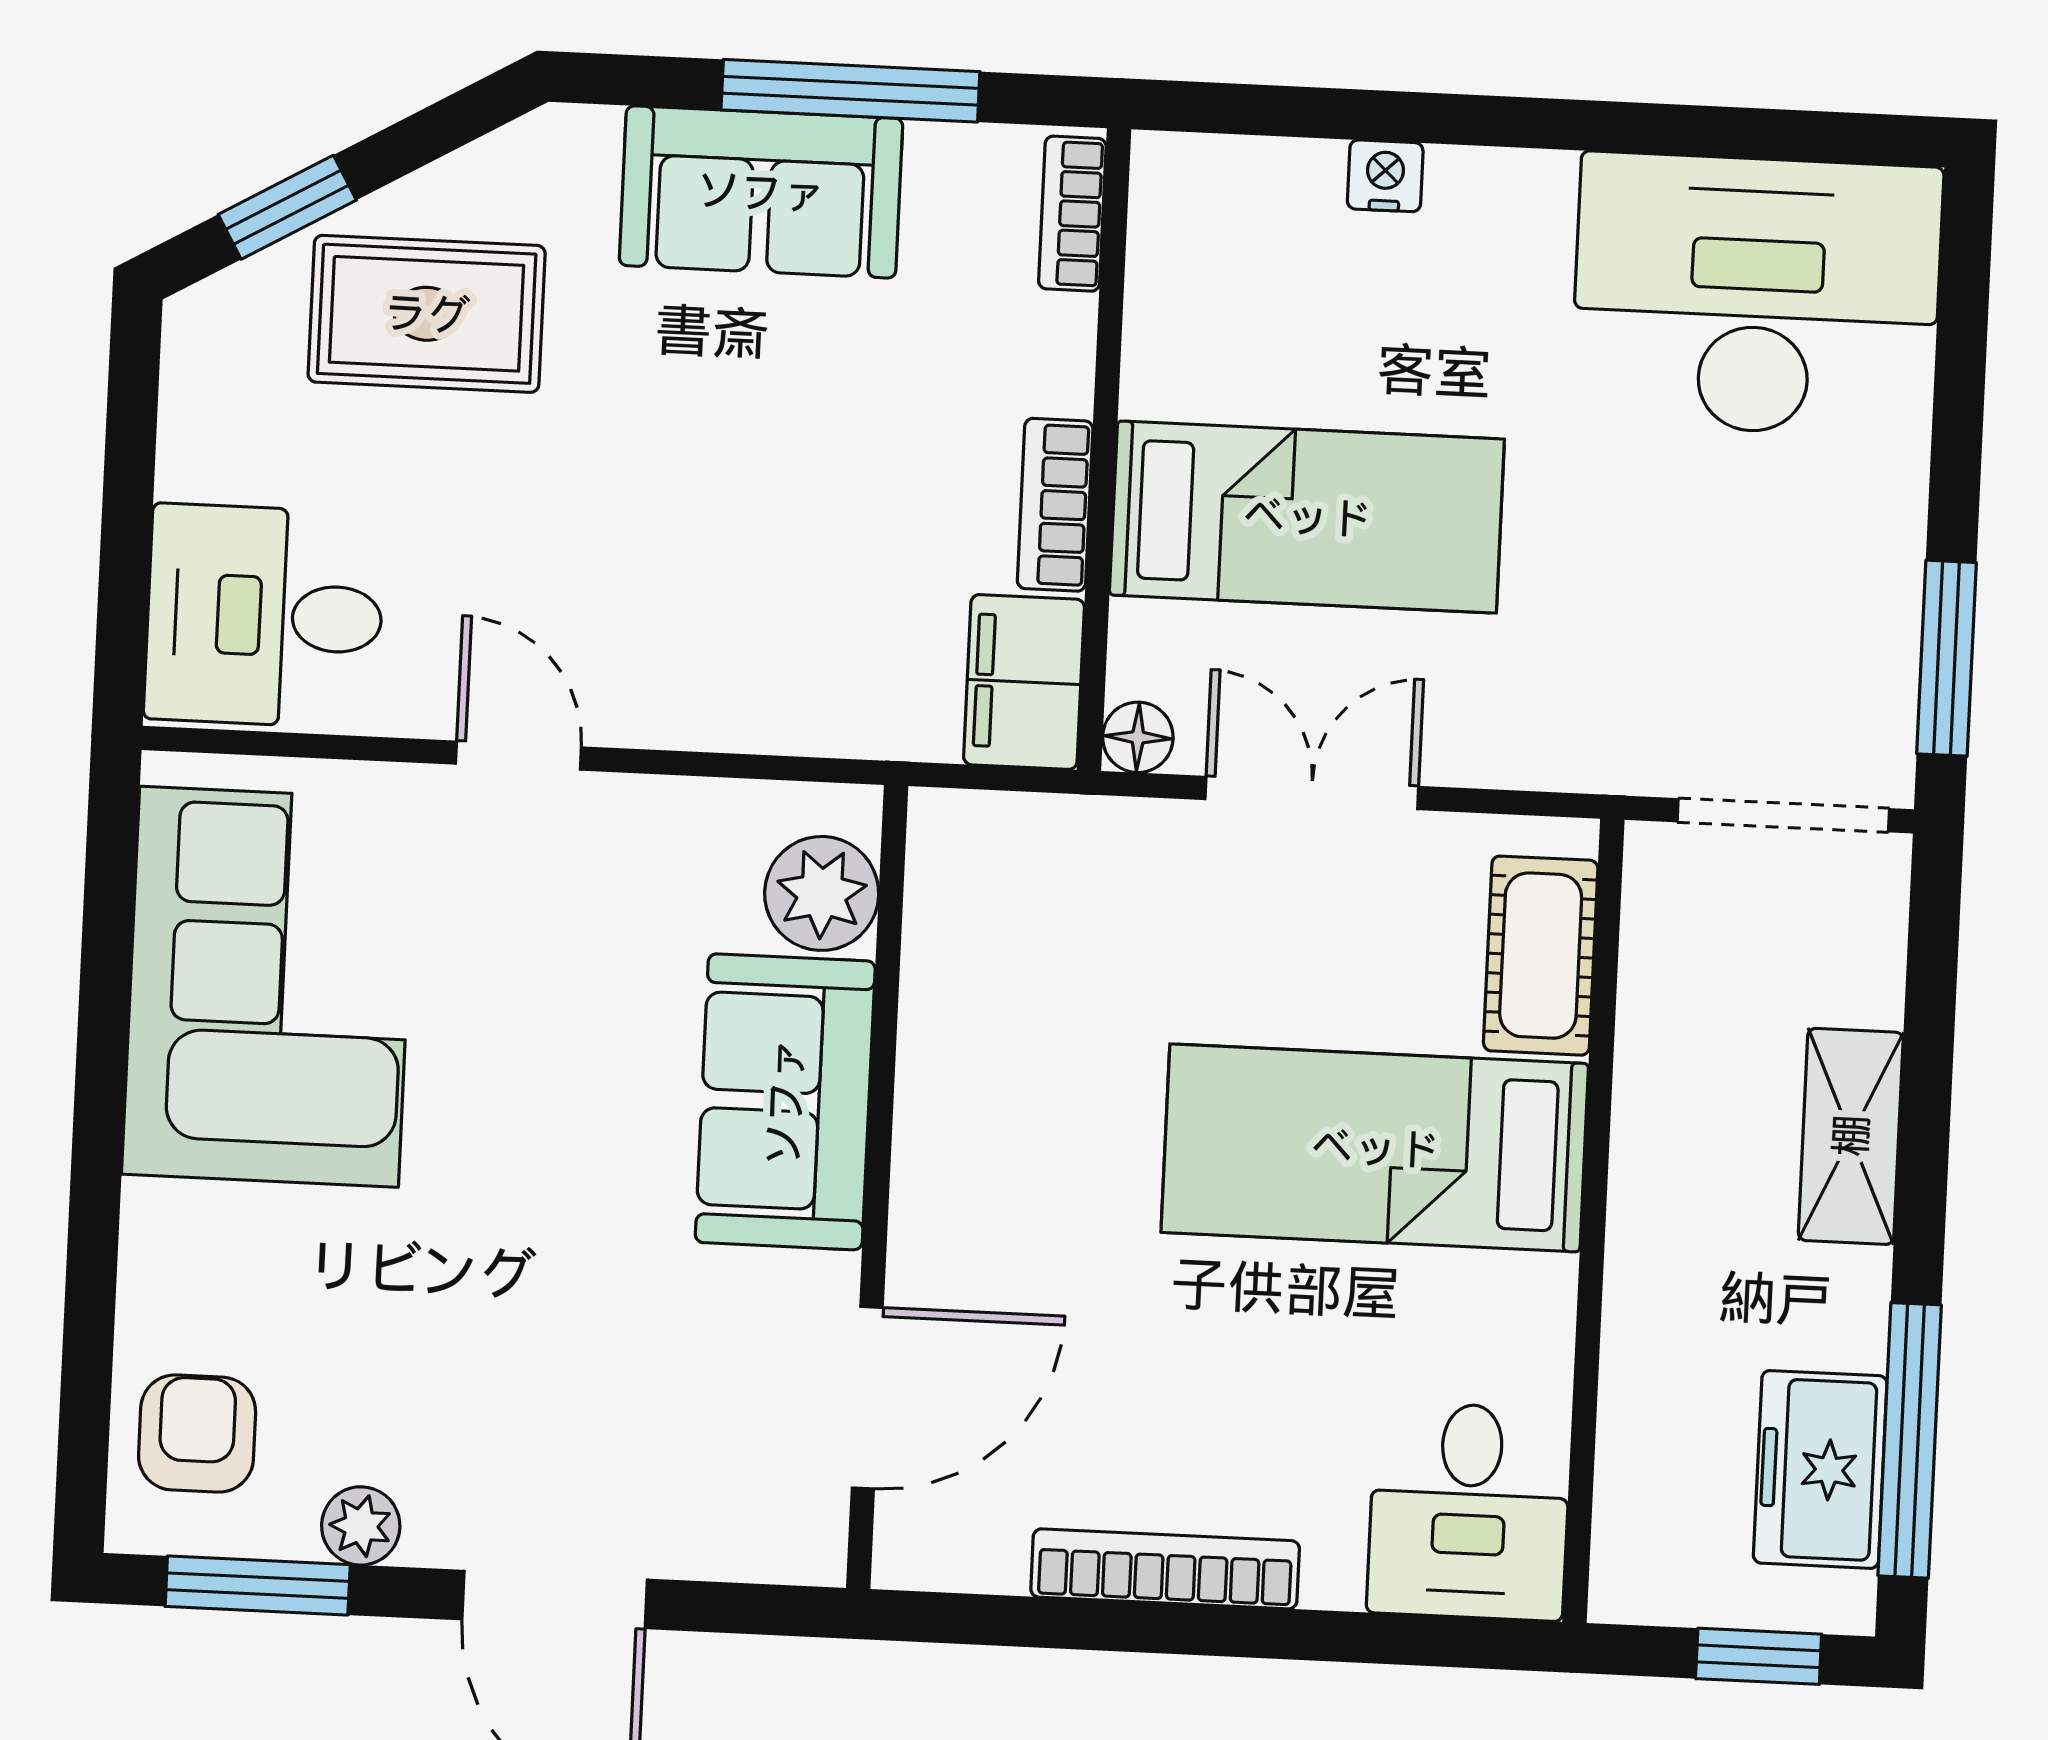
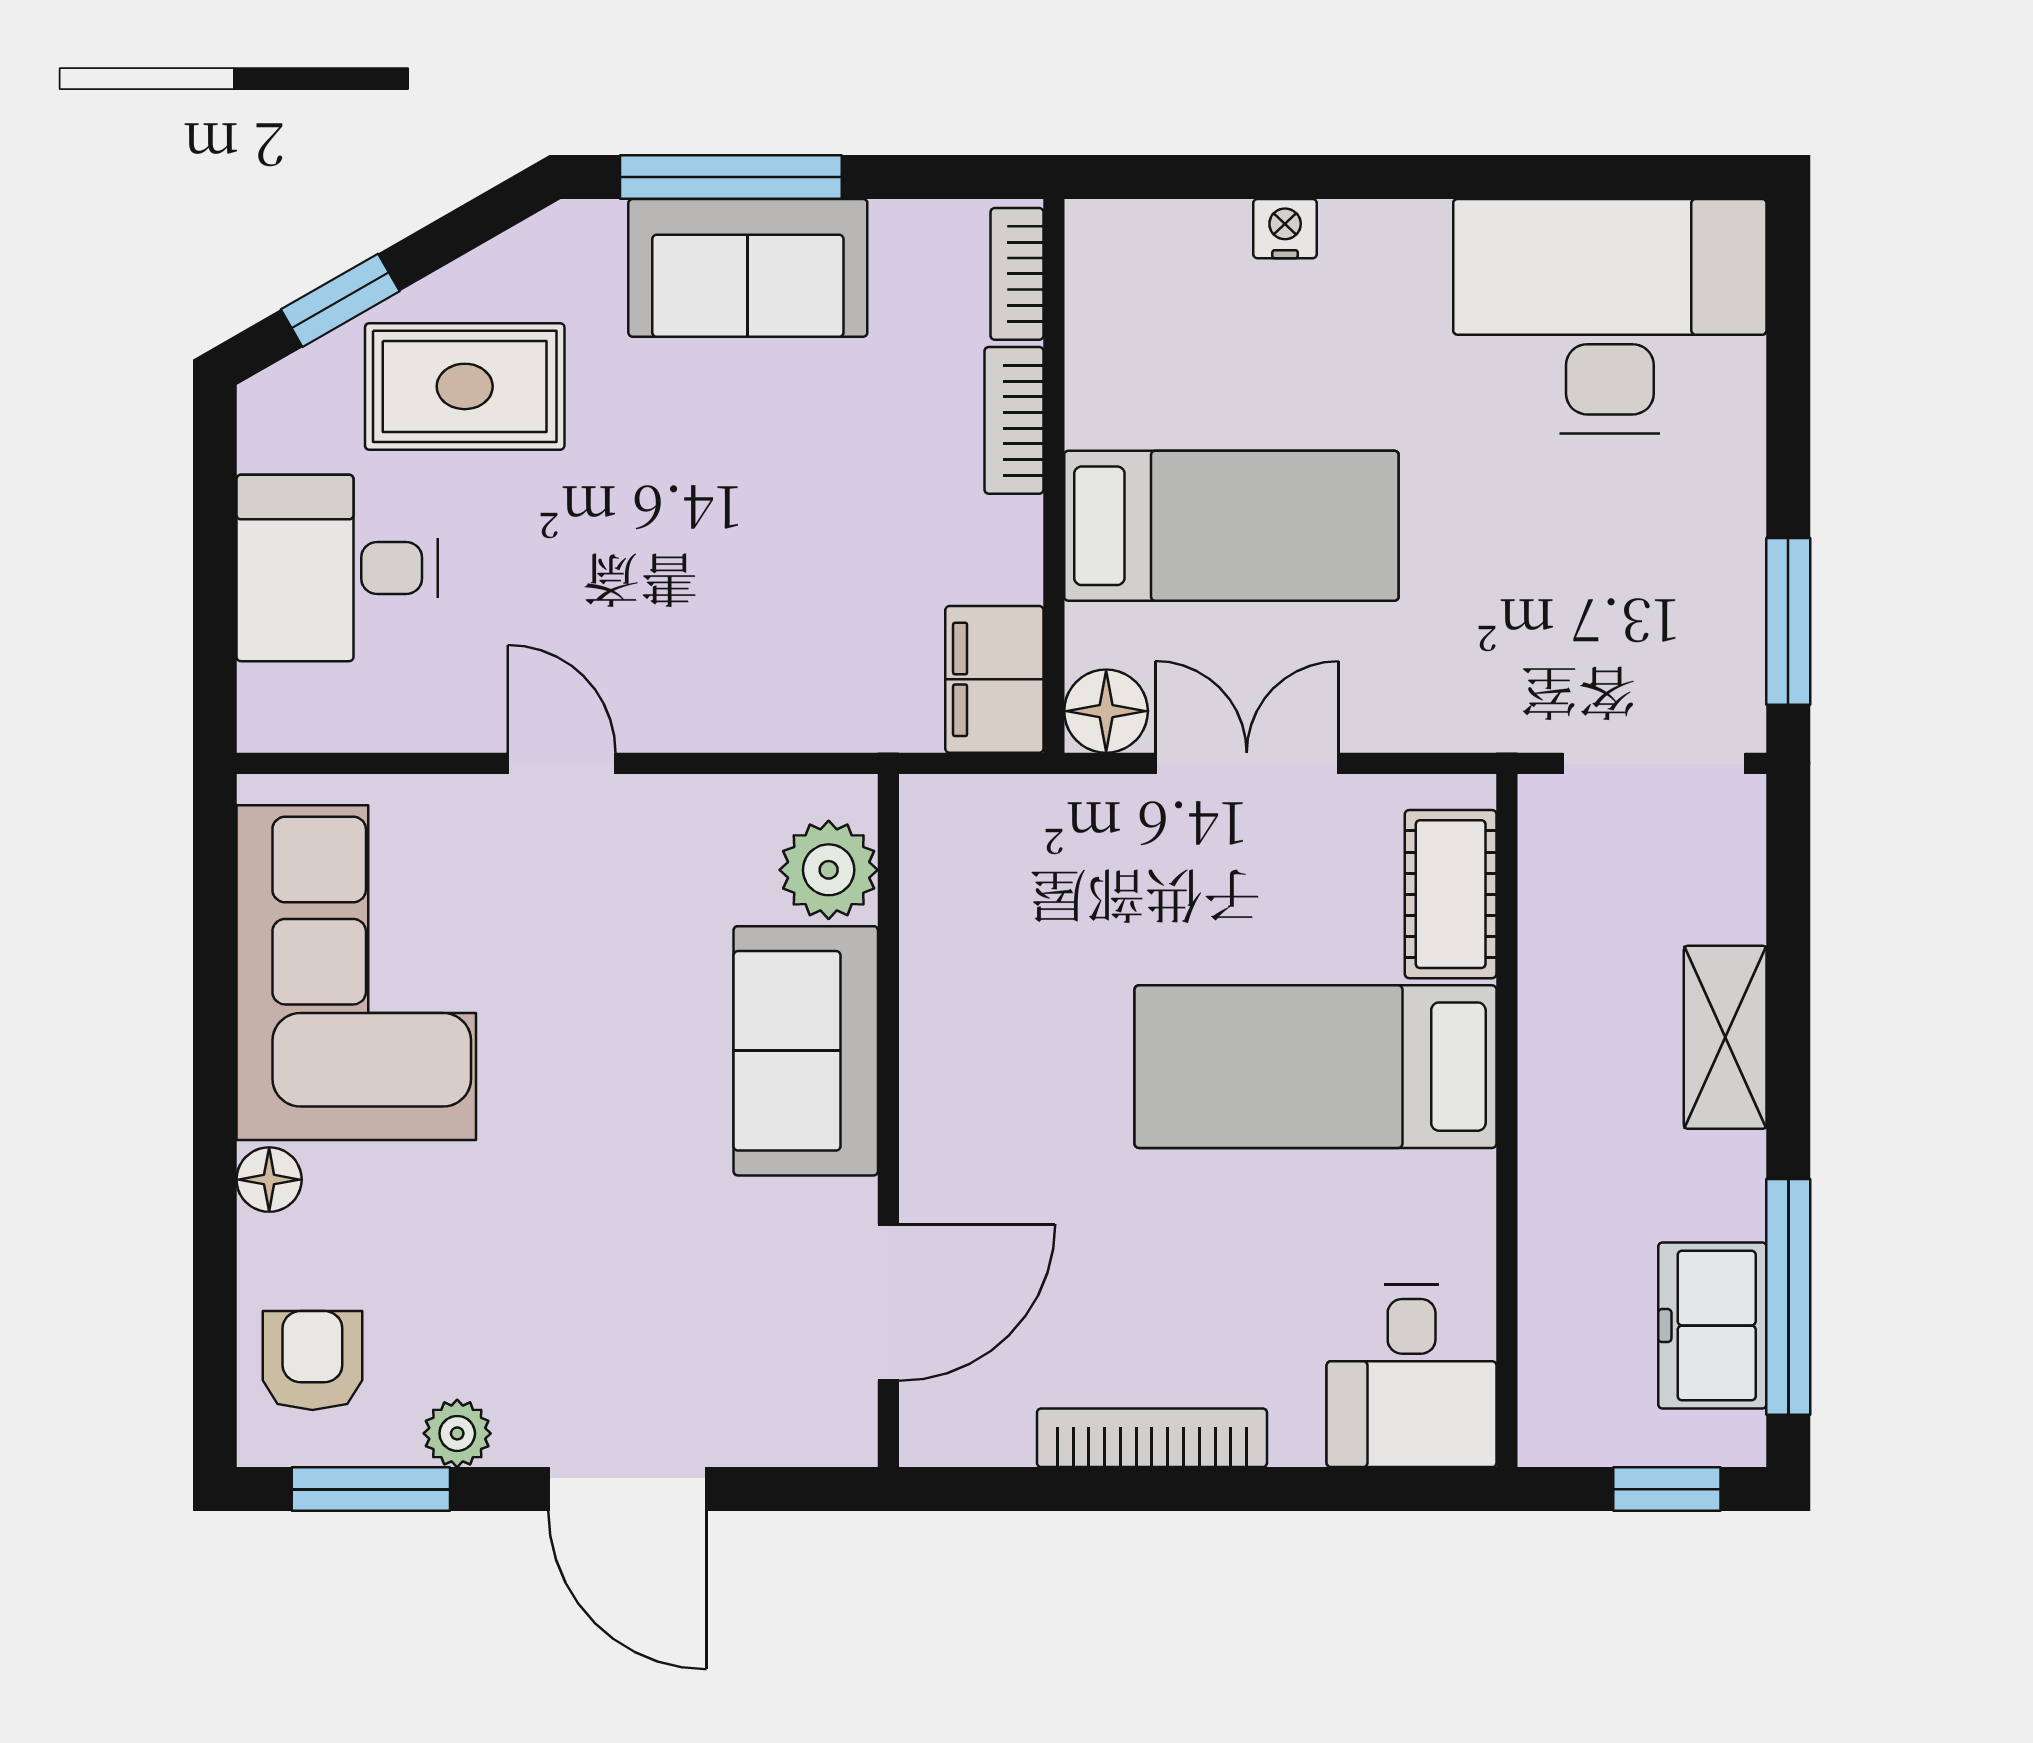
window: (850, 91) -> (731, 177), moved
bookcase: (1055, 505) -> (1014, 420), moved
desk: (264, 616) -> (337, 568), moved
floor lamp: (1138, 737) -> (1106, 711), width x1.37, depth x1.37
floor lamp: (157, 1222) -> (269, 1180), added

